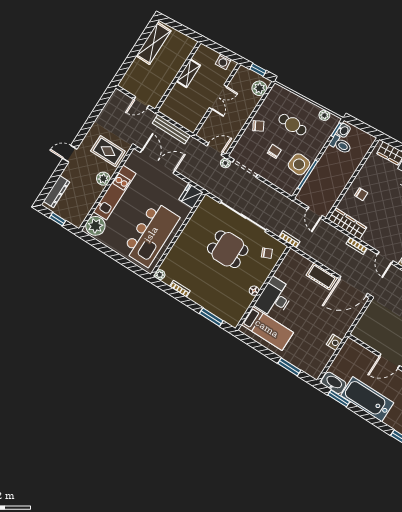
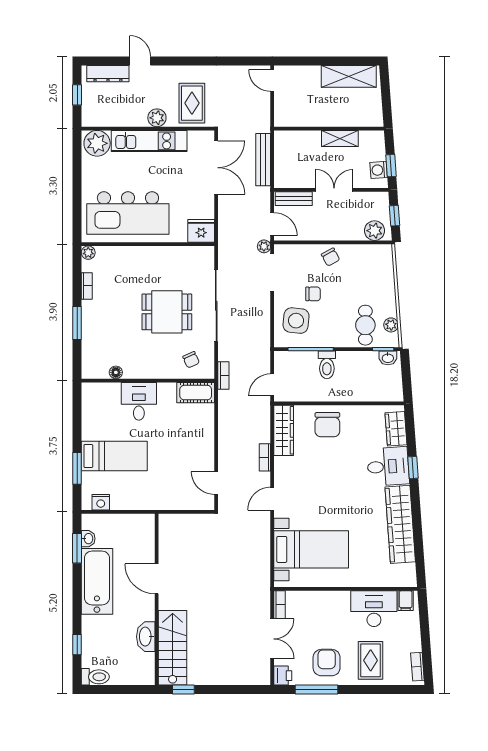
window: (225, 52) -> (391, 166), added
double door: (218, 97) -> (334, 190), swing flipped
door: (141, 102) -> (272, 81), moved
cafe table: (292, 125) -> (365, 325), moved
bench: (207, 126) -> (294, 199), added
toilet: (341, 145) -> (327, 365), moved
door: (70, 154) -> (140, 61), moved
side table: (299, 164) -> (296, 321), moved
chair: (361, 194) -> (327, 425), width x1.87, depth x1.87
dining table: (228, 249) -> (167, 312), turned 90
cot: (322, 276) -> (196, 393), moved, turned 90
door: (353, 286) -> (216, 483), width x0.53
floor lamp: (254, 291) -> (116, 372), moved
desk: (275, 298) -> (139, 401), width x0.73
window: (211, 317) -> (77, 323), moved
bed: (267, 328) -> (114, 456), moved, turned -90
nightstand: (334, 342) -> (101, 502), moved
washbasin: (334, 383) -> (88, 539), width x0.52, depth x0.69

